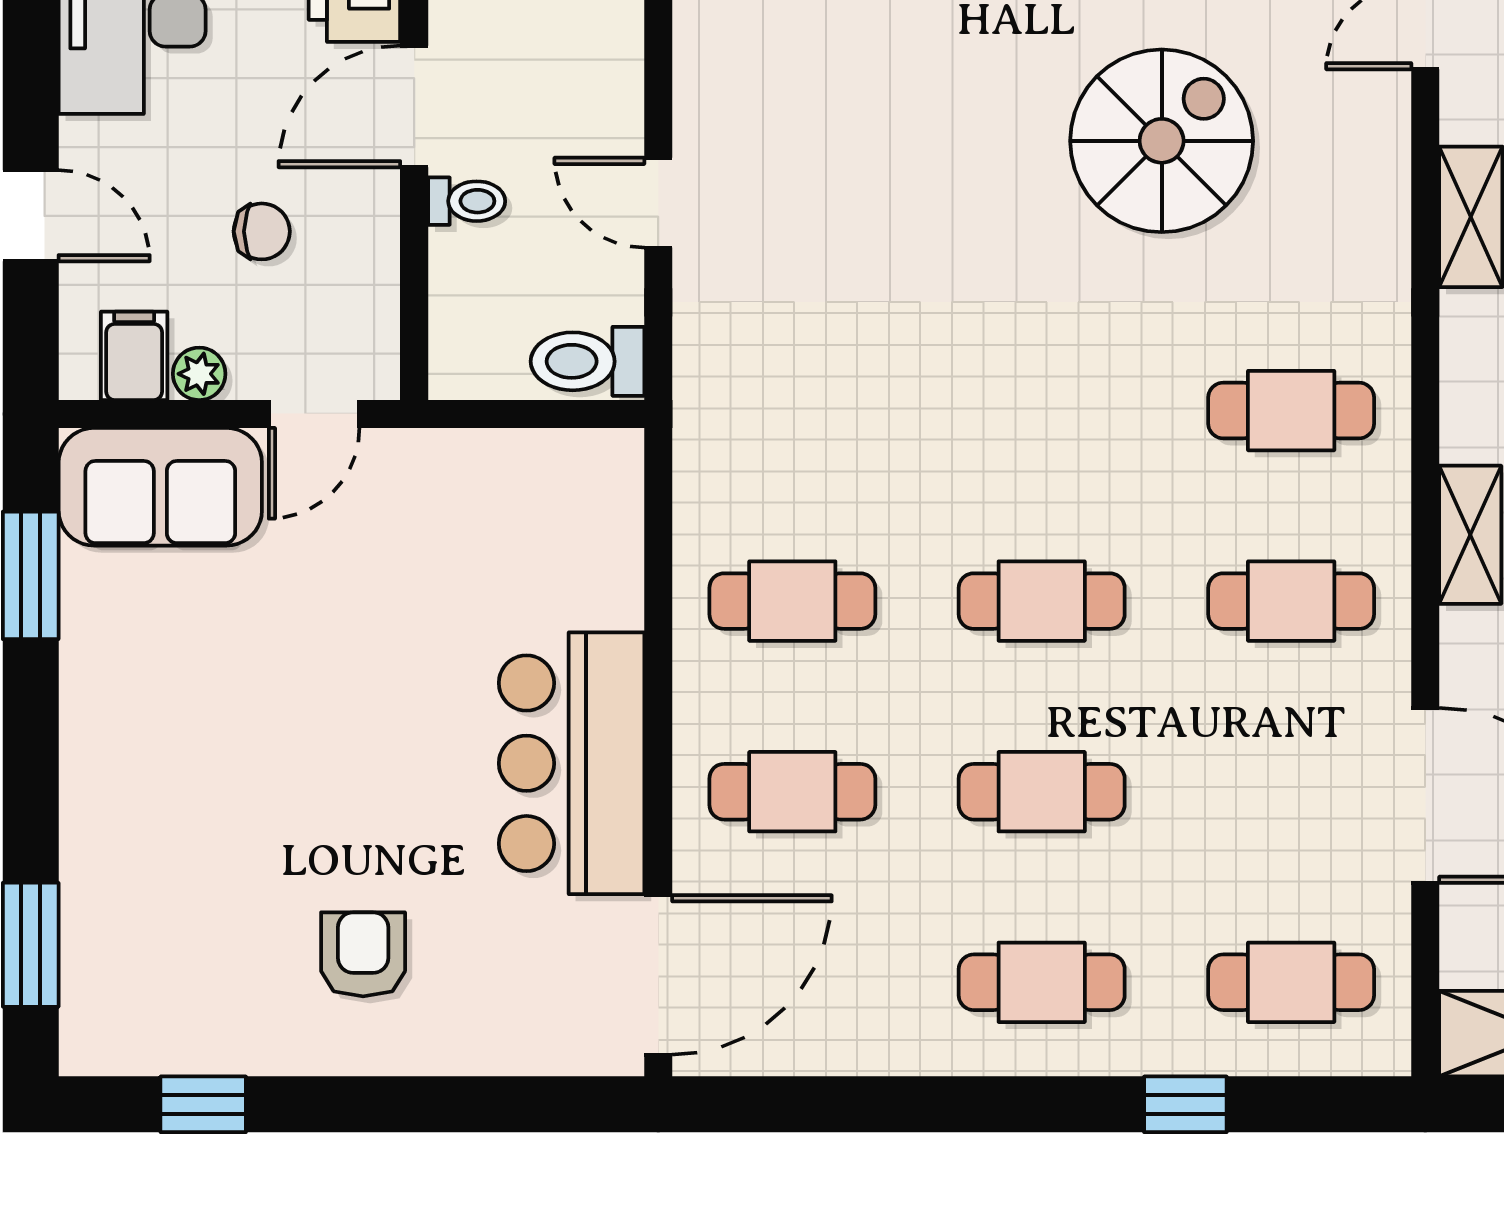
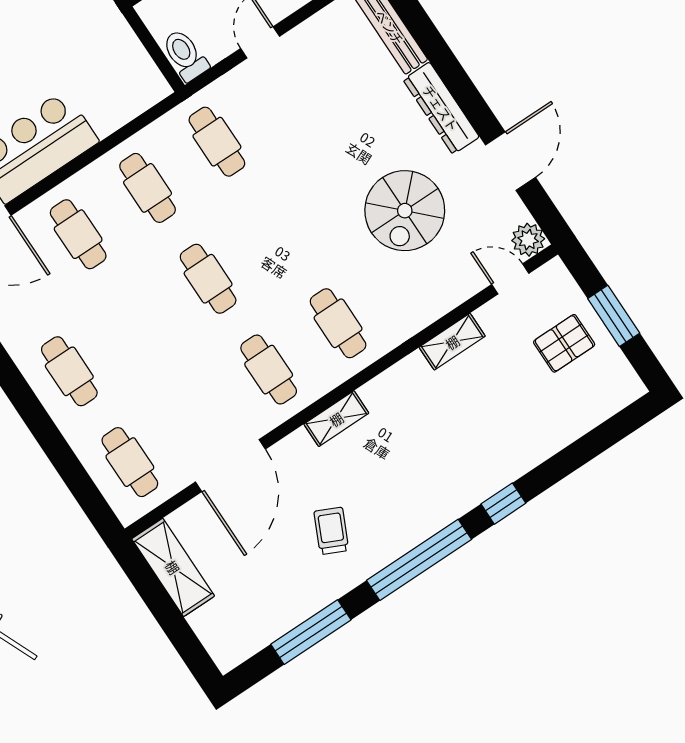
spiral stairs: (1162, 141) -> (405, 211), turned 90
cafe table: (1042, 792) -> (217, 142), moved
window: (1185, 1104) -> (60, 453), removed

